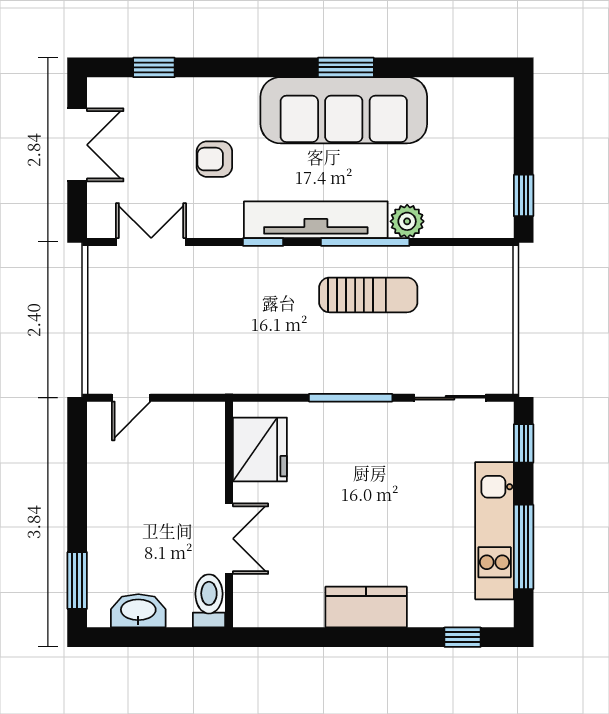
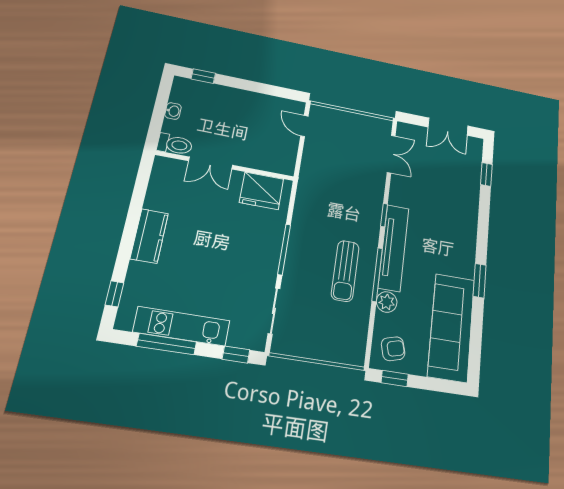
sofa: (344, 110) -> (451, 327), moved
armchair: (214, 159) -> (393, 349), moved, turned 75
window: (77, 581) -> (203, 76), width x0.67
washbasin: (138, 611) -> (173, 111), width x0.52, depth x0.69

